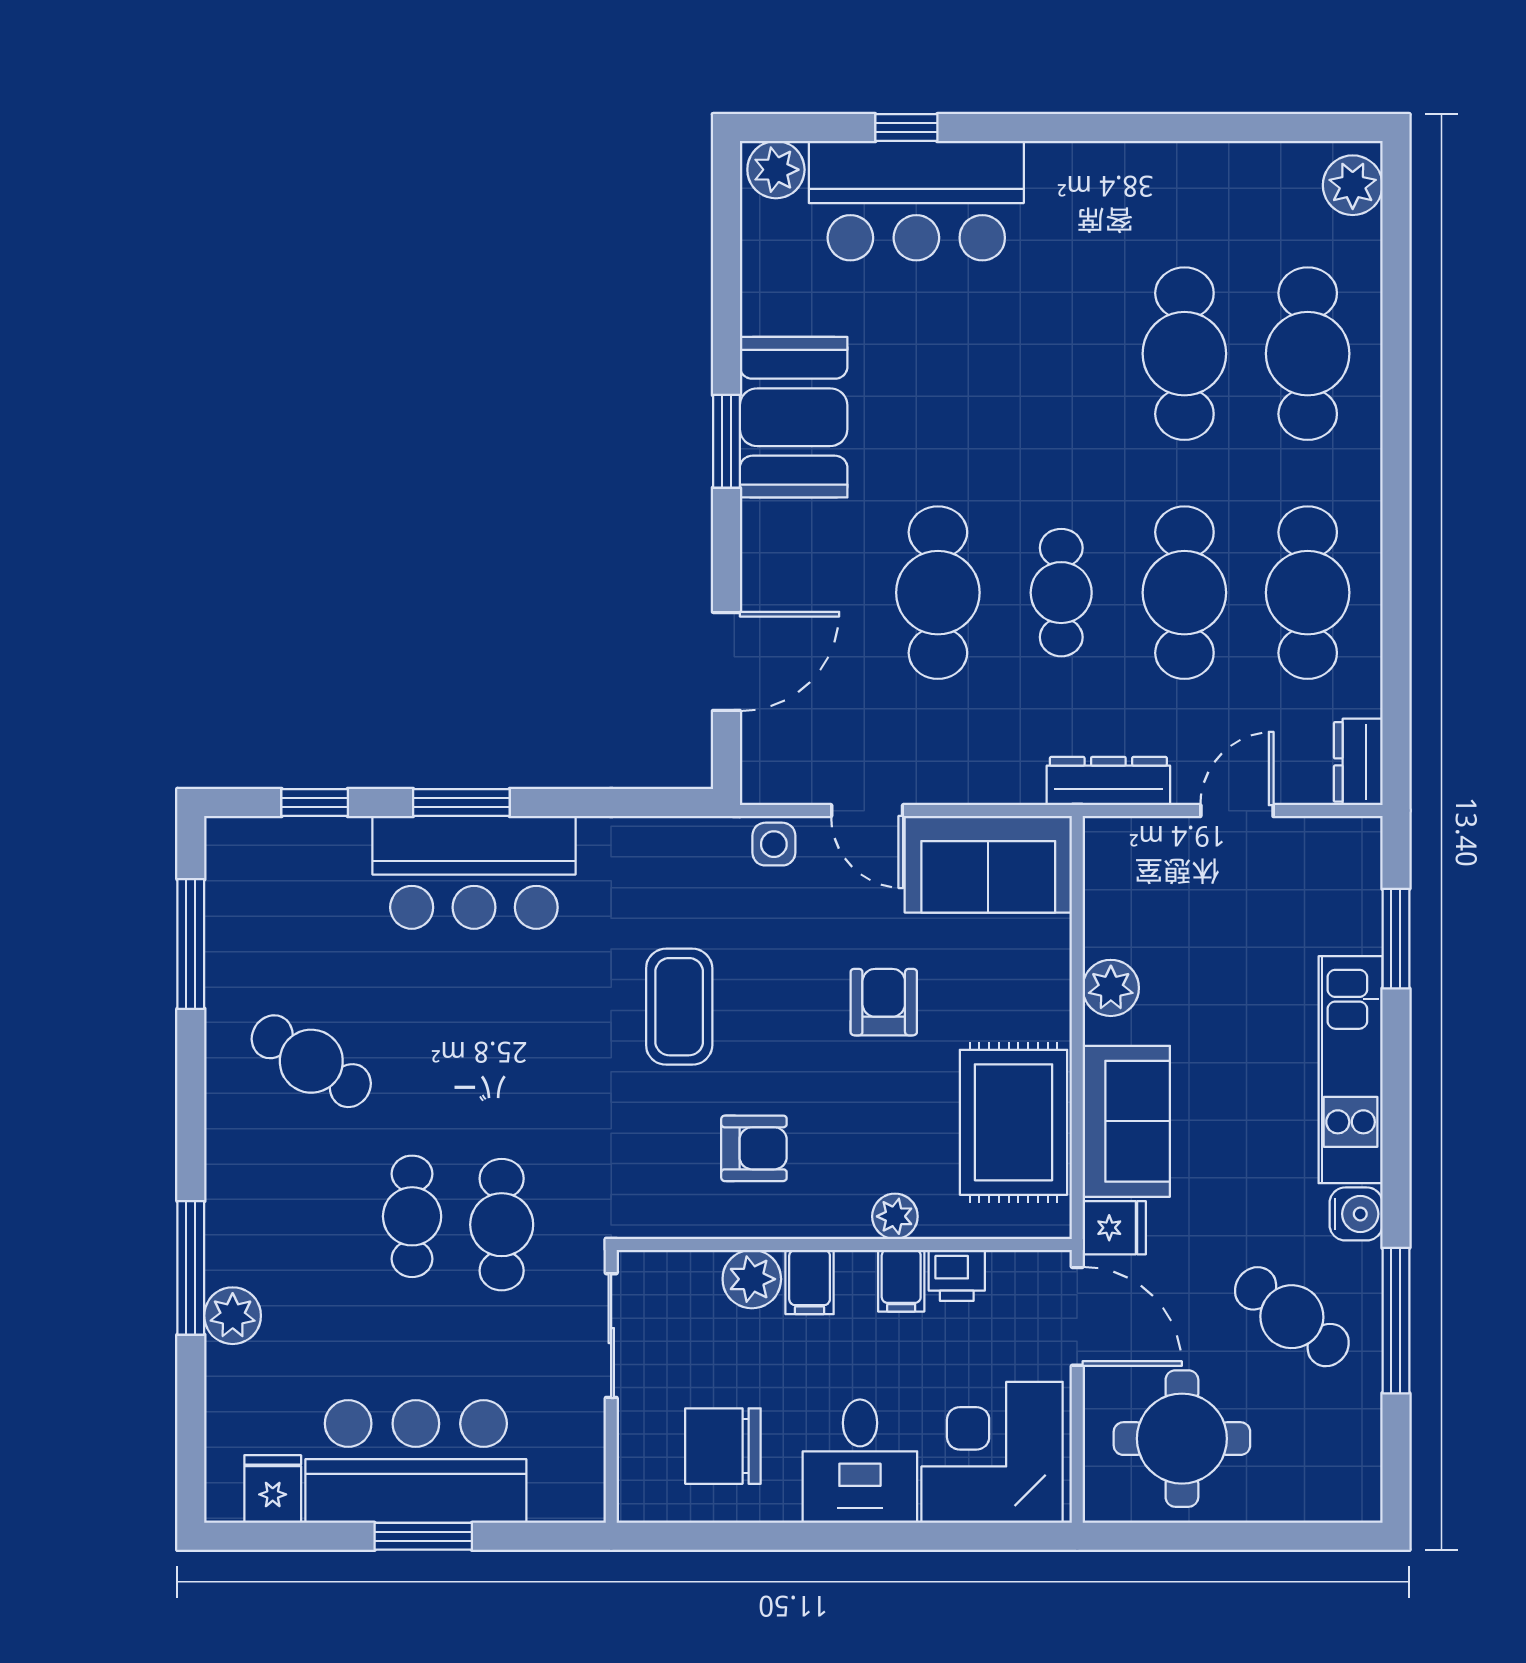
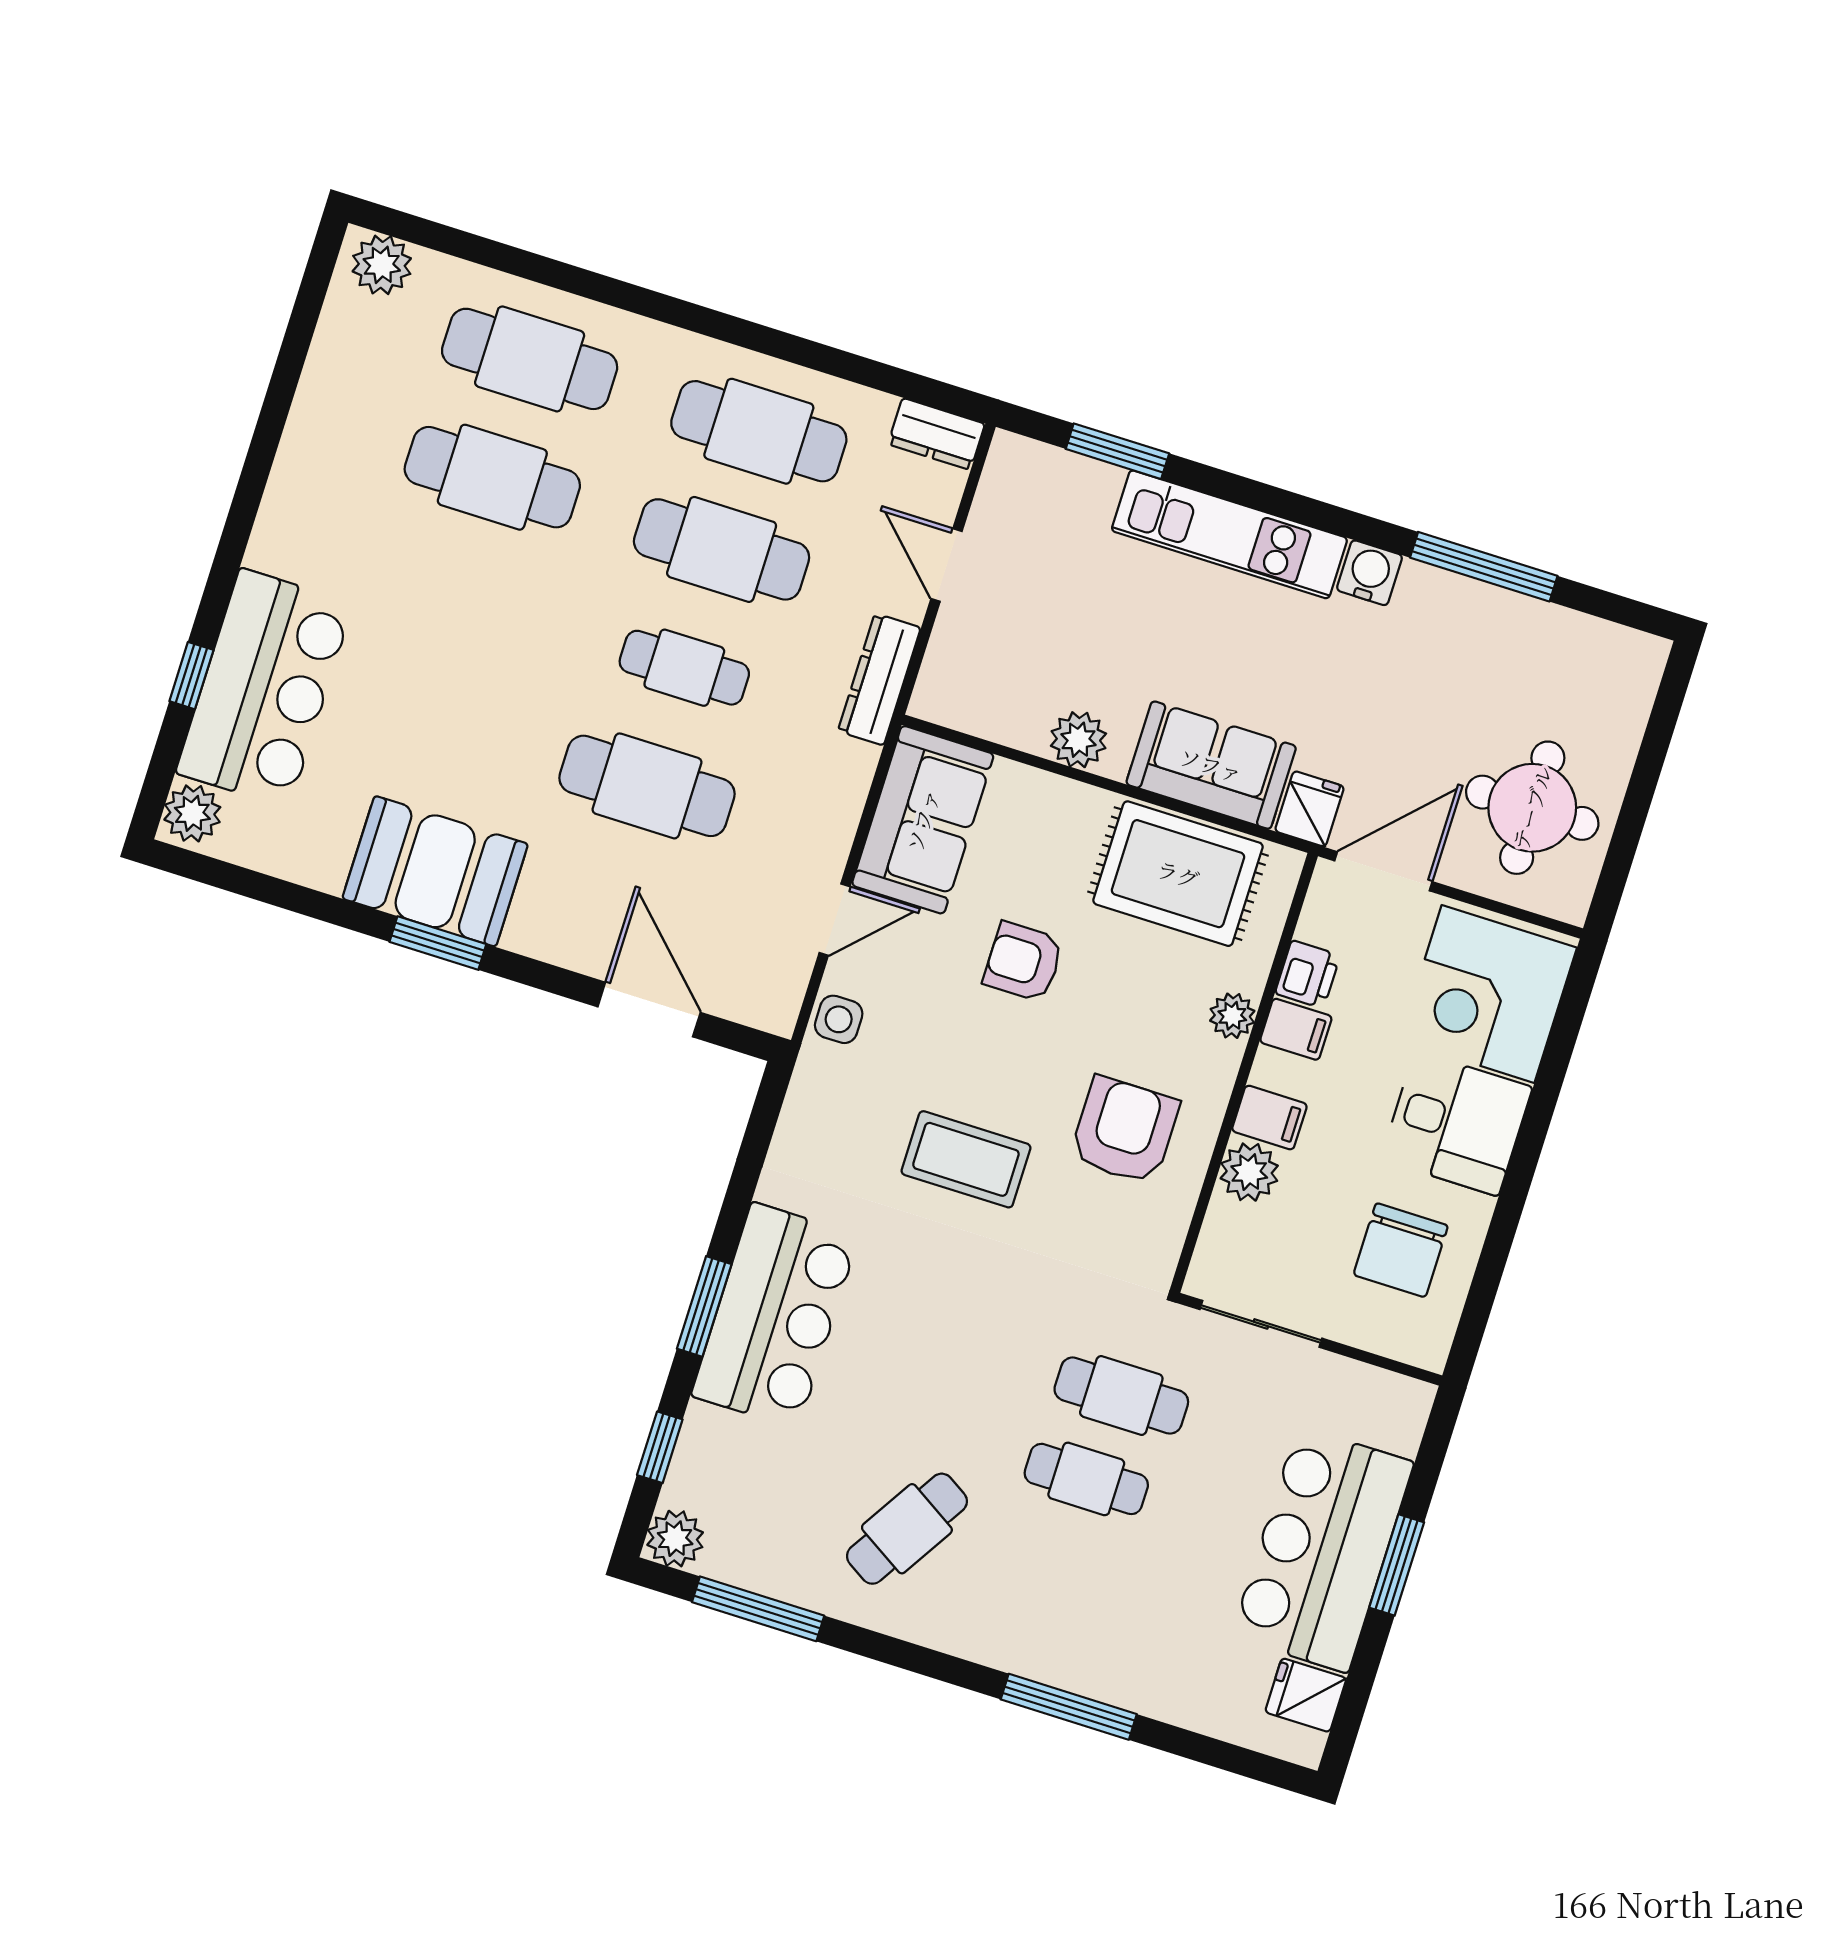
armchair: (754, 1148) -> (1124, 1130), width x1.38, depth x1.38
plant: (233, 1316) -> (675, 1539), moved
cafe table: (1292, 1317) -> (1449, 665), removed

